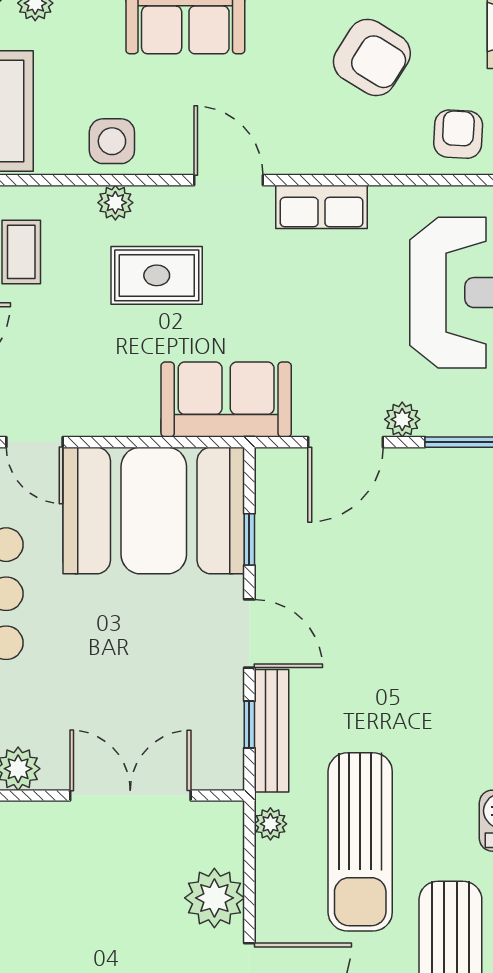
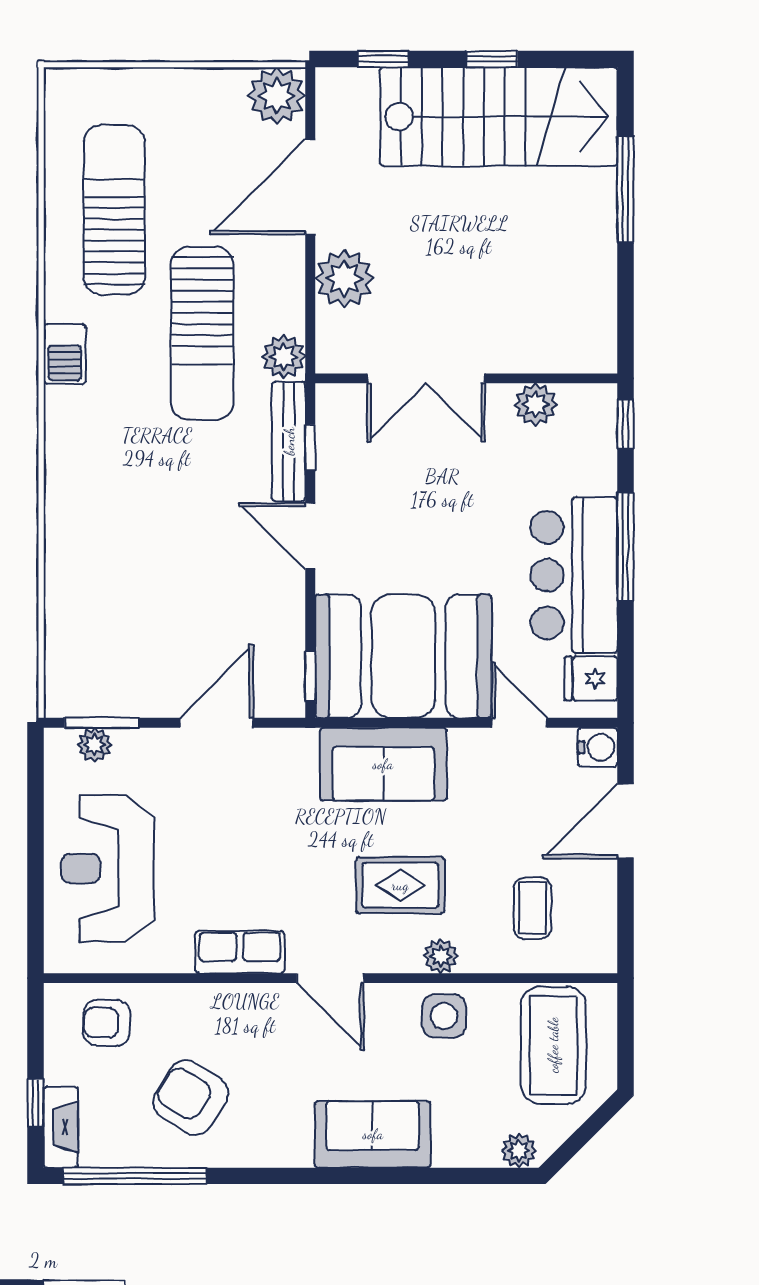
armchair: (458, 134) -> (107, 1023), turned 89
sofa: (226, 399) -> (383, 764), moved
plant: (402, 419) -> (95, 745), moved
window: (249, 539) -> (310, 676), moved
plant: (270, 824) -> (284, 357), width x1.38, depth x1.38
sun lounger: (360, 842) -> (202, 333), turned 180

